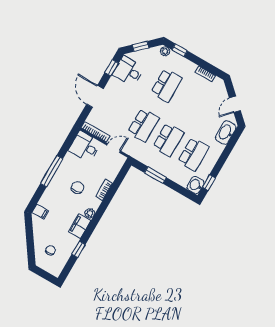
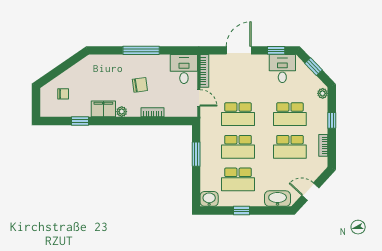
window: (180, 50) -> (332, 120), moved
school desk: (192, 100) -> (290, 147), added
window: (209, 183) -> (242, 211), moved
filing cabinet: (40, 211) -> (95, 62), removed

